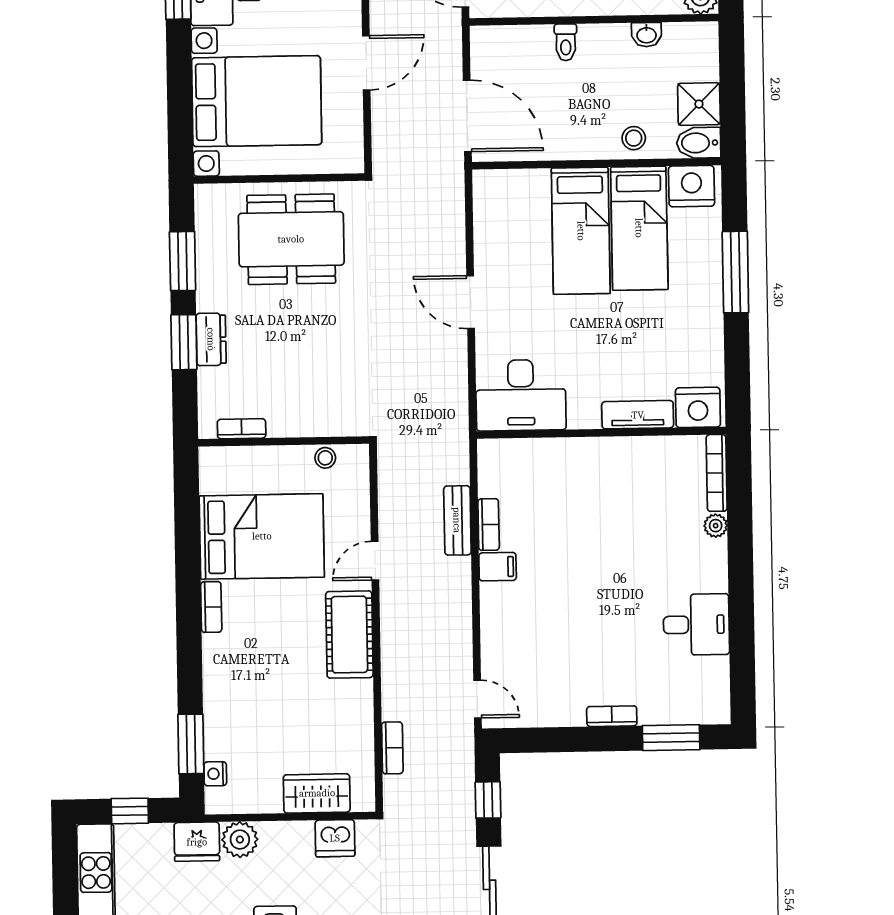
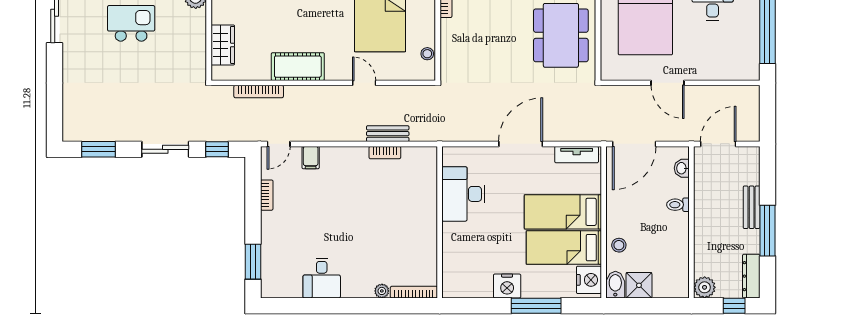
washbasin: (647, 35) -> (682, 168), moved
door: (471, 302) -> (521, 144), width x1.36
desk: (521, 395) -> (463, 194), moved
nightstand: (698, 407) -> (507, 286), moved, turned -90
tv unit: (638, 415) -> (577, 155), moved, turned 90
filing cabinet: (498, 567) -> (311, 158), moved
cot: (349, 635) -> (298, 67), moved
bookcase: (612, 716) -> (267, 195), moved
bookcase: (392, 748) -> (259, 92), width x1.56
dishwasher: (335, 838) -> (195, 56), removed

